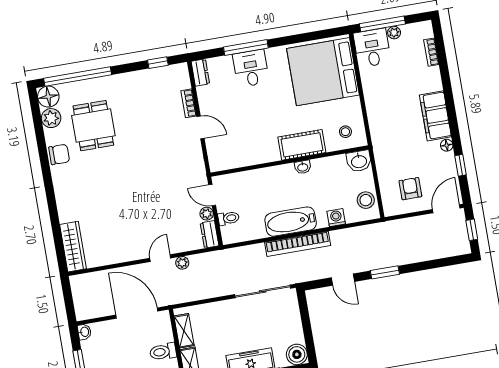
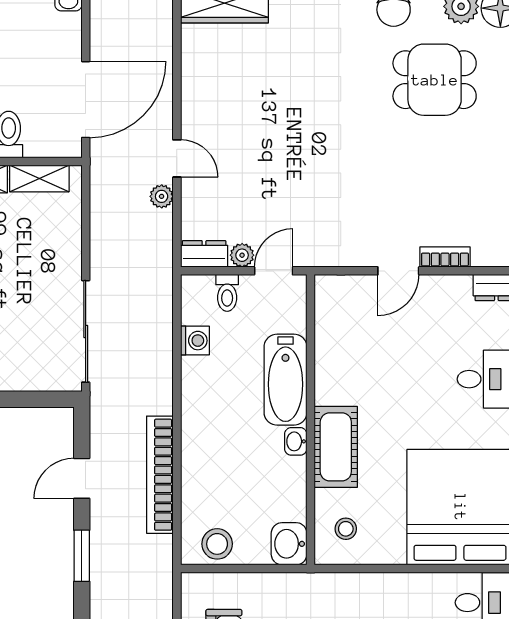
washing machine: (336, 218) -> (195, 341), moved
bathtub: (291, 222) -> (285, 380), moved, turned 180
bookcase: (298, 244) -> (160, 475), moved

